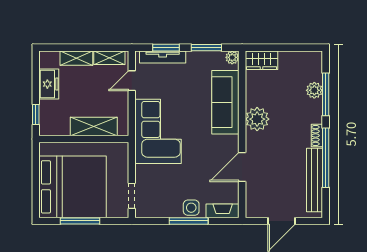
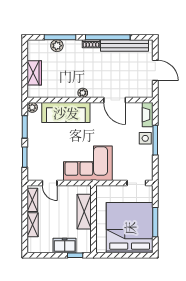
tv unit: (163, 57) -> (32, 160), removed
wardrobe: (261, 60) -> (34, 73), moved
freezer: (49, 84) -> (65, 245), moved
plant: (257, 119) -> (83, 93), width x0.53, depth x0.53

